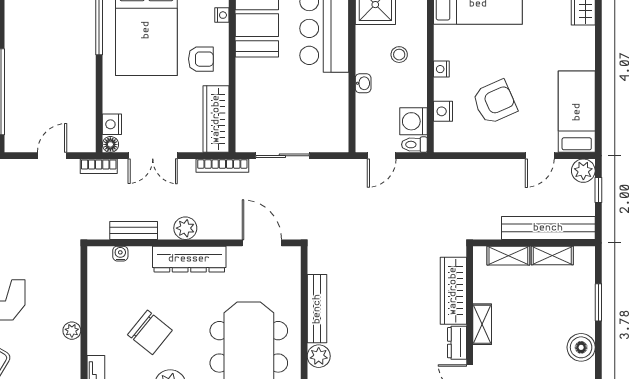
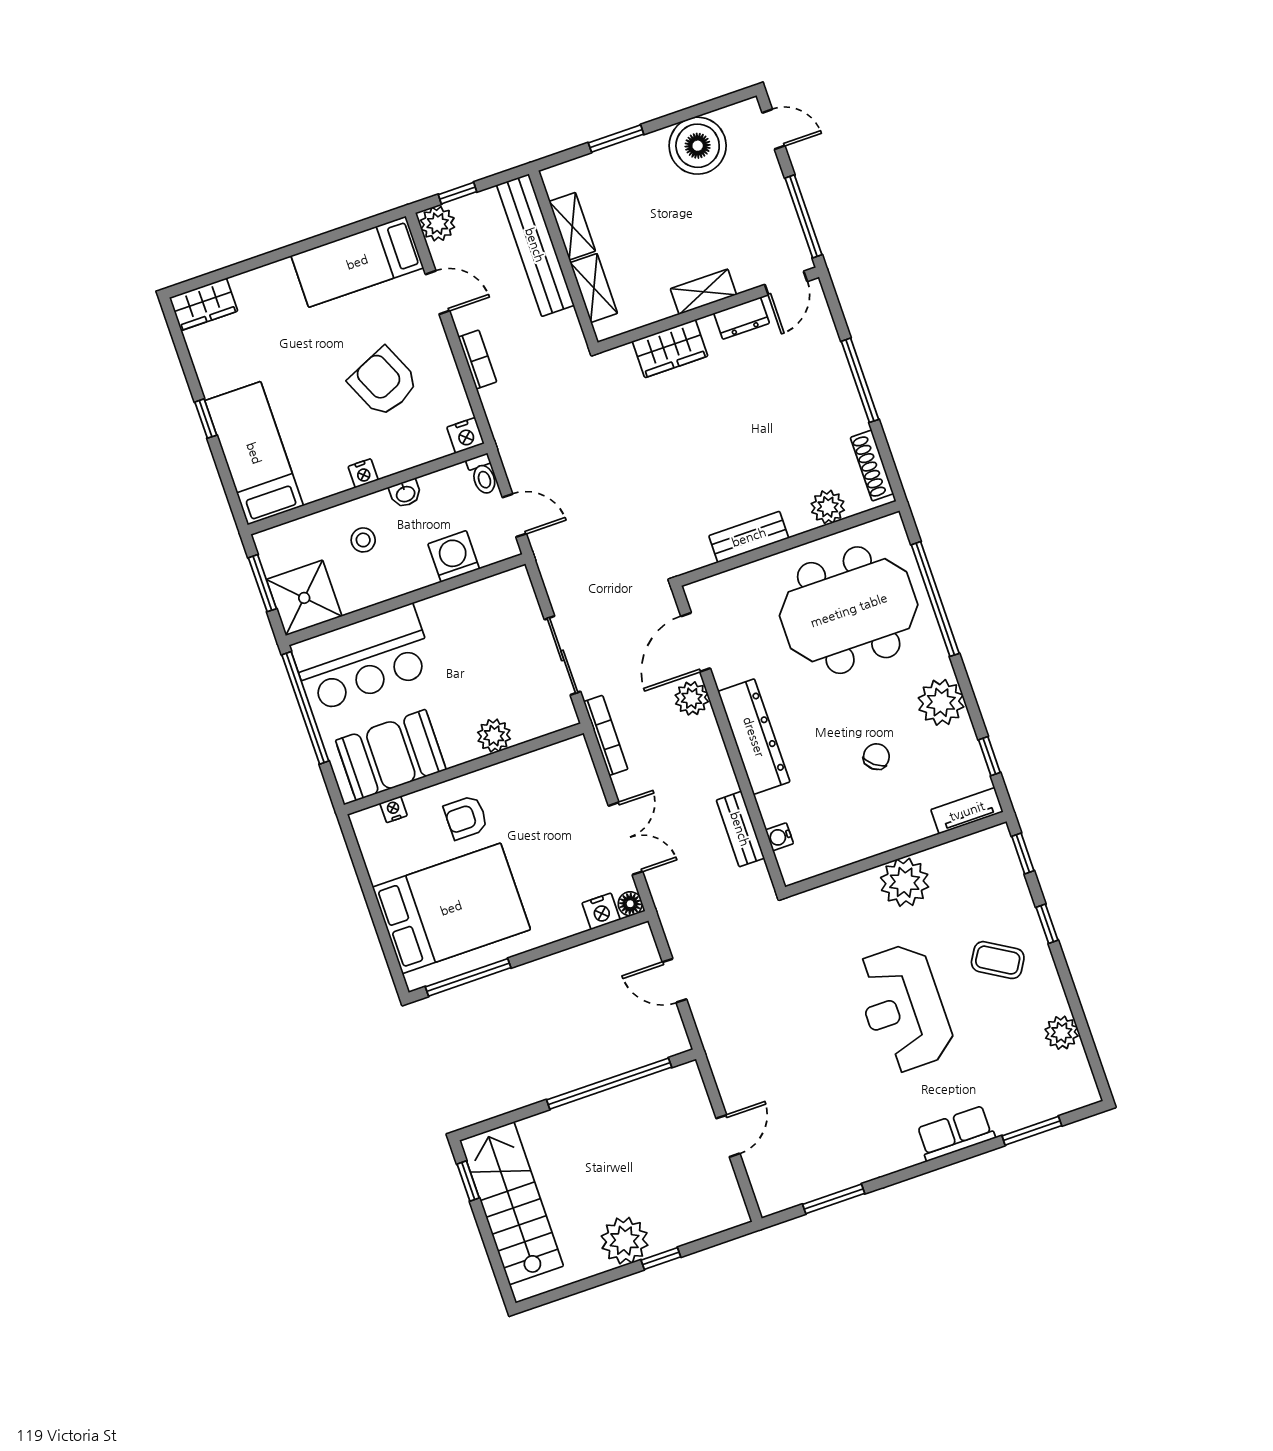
armchair: (201, 59) -> (466, 817), turned -90
washbasin: (363, 83) -> (405, 493), moved, turned 180
plant: (247, 95) -> (494, 736), added
nightstand: (443, 111) -> (466, 435), moved
wardrobe: (216, 119) -> (543, 767), removed
washing machine: (414, 121) -> (454, 556), moved, turned 180
bookcase: (99, 166) -> (477, 360), moved
plant: (185, 228) -> (692, 698), moved
wardrobe: (453, 291) -> (670, 349), width x0.67
bench: (317, 309) -> (749, 537), width x0.73
plant: (72, 331) -> (905, 882), width x1.88, depth x1.88
chair: (150, 332) -> (876, 757), width x0.54, depth x0.54
boiler: (581, 347) -> (698, 146), width x1.37, depth x1.37

